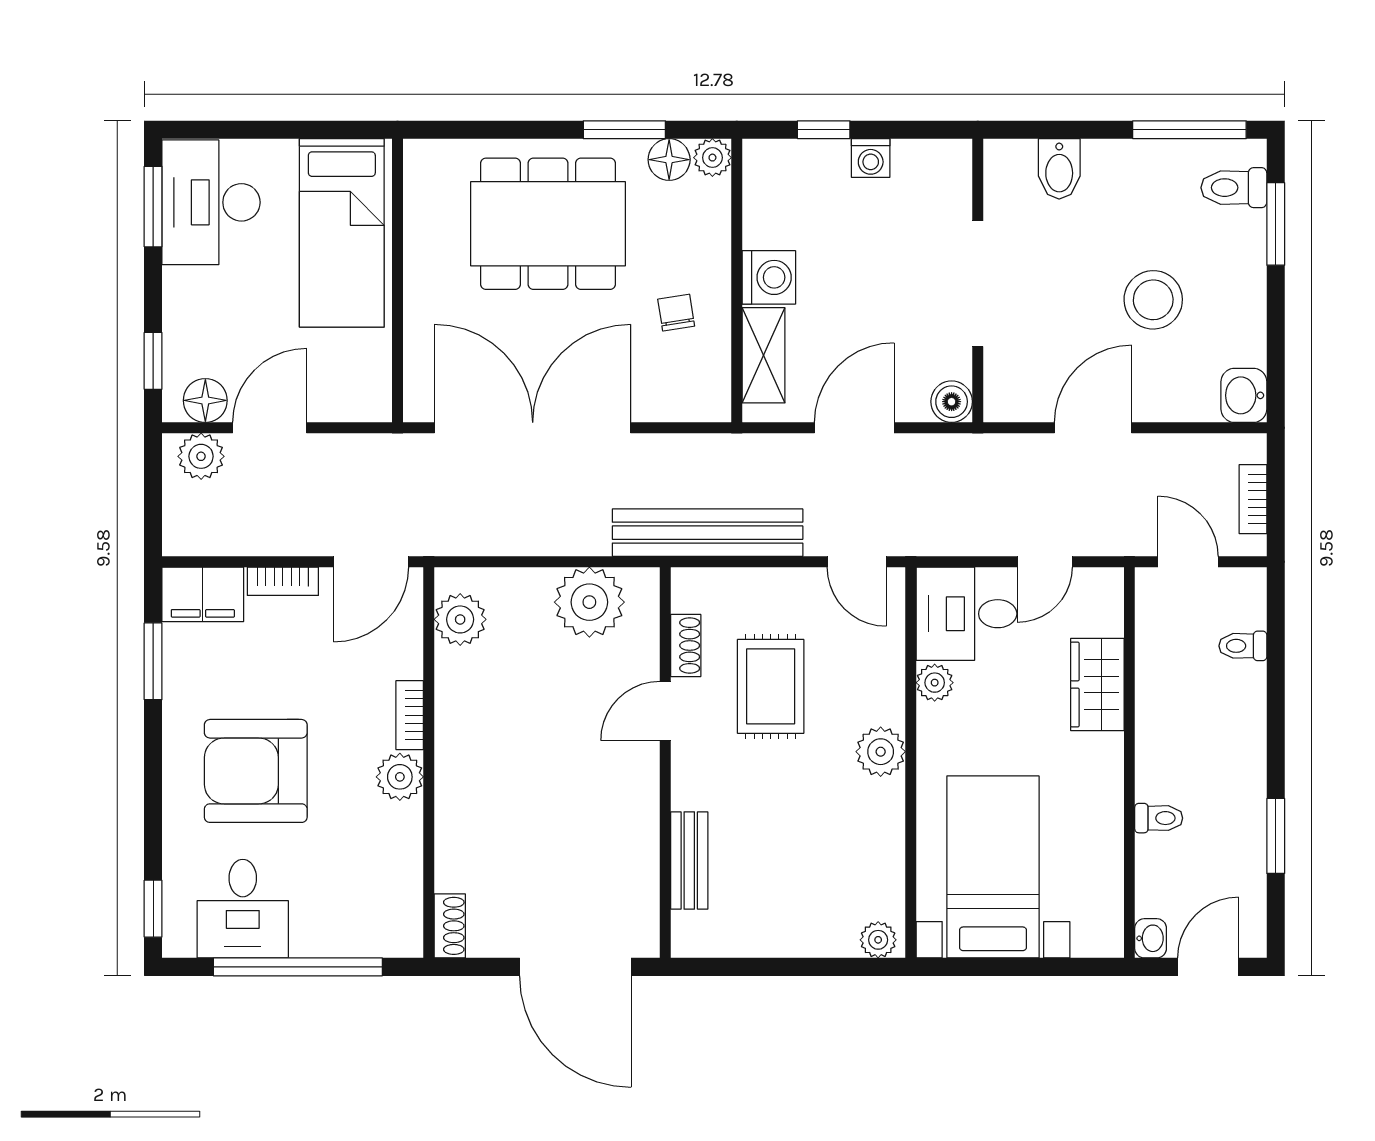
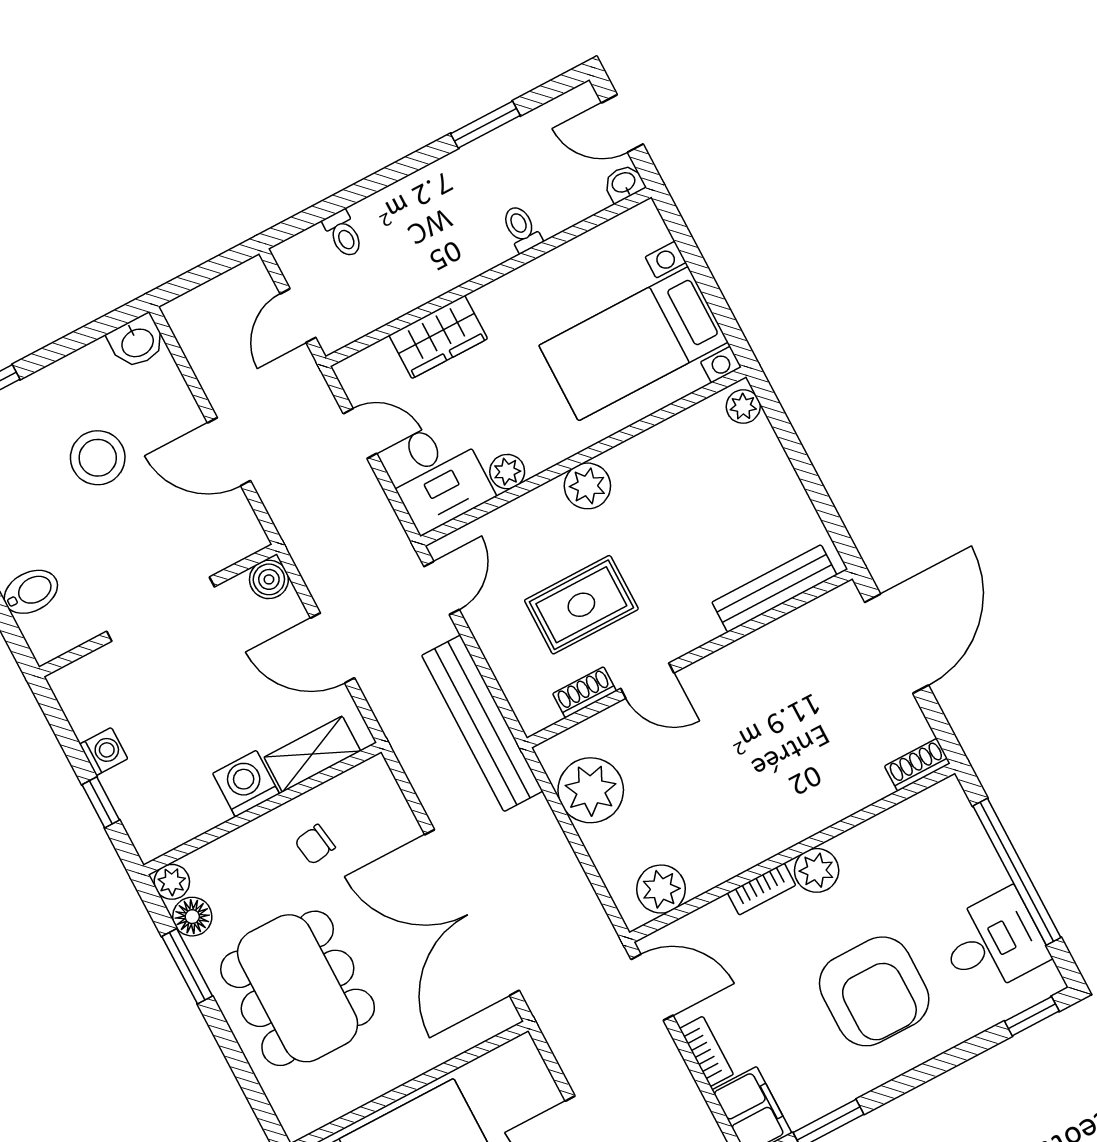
bookcase: (1253, 499) -> (218, 289), removed
bench: (689, 860) -> (774, 589), width x1.36

